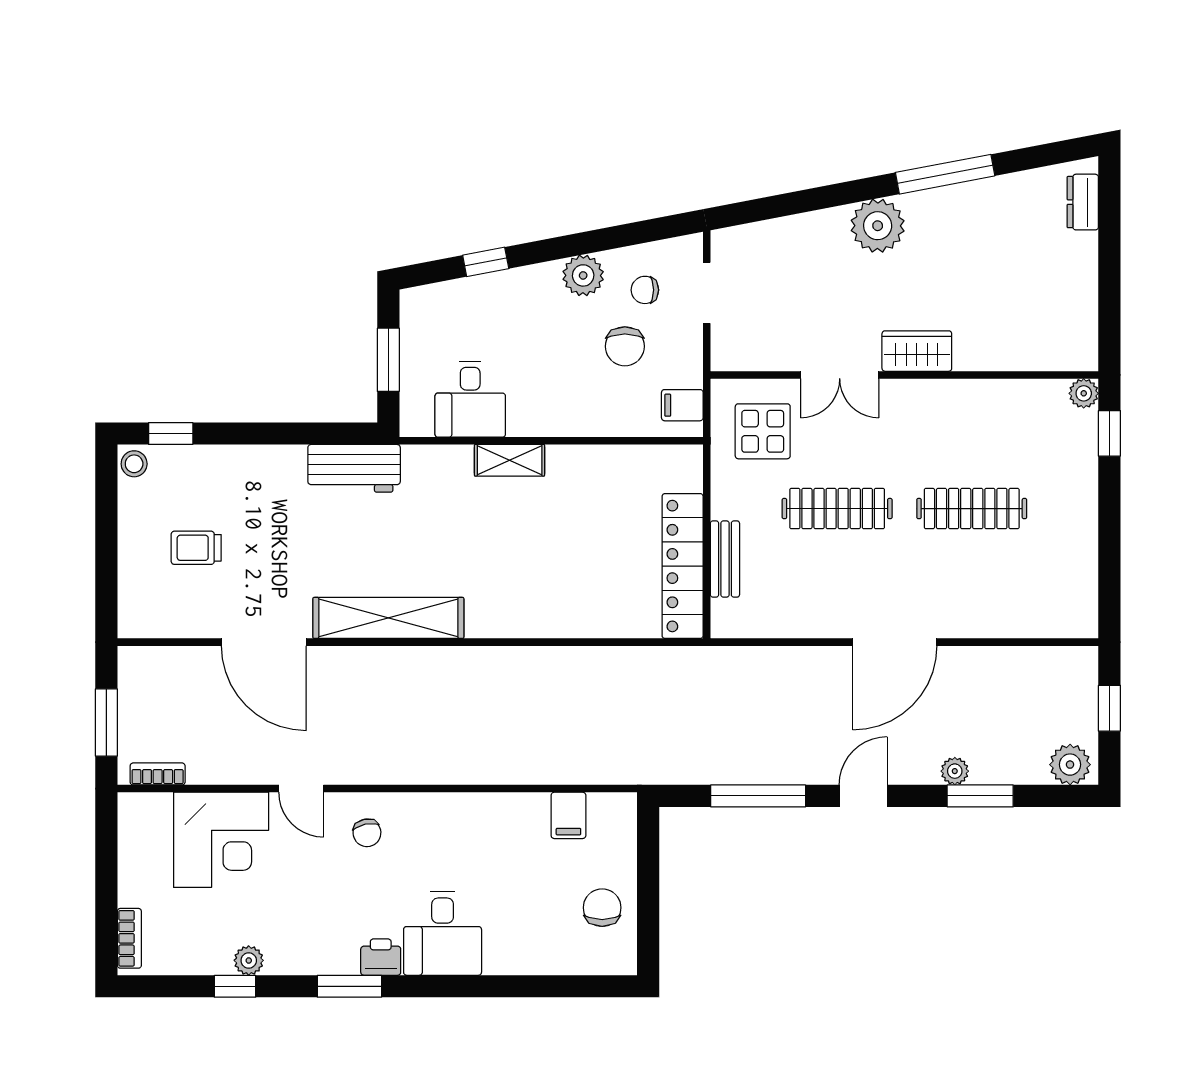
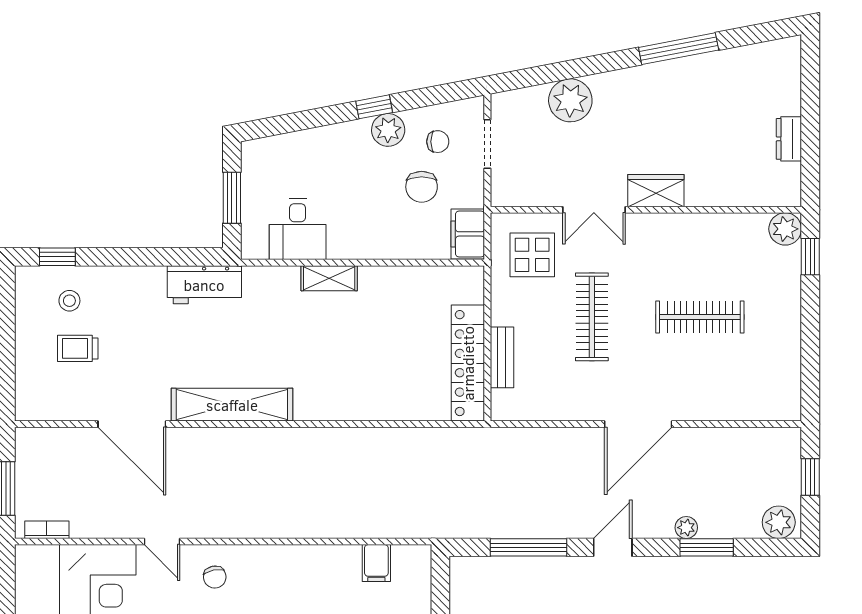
dresser: (1083, 202) -> (789, 139), moved
plant: (878, 226) -> (570, 100), moved
window: (486, 262) -> (374, 107), moved
chair: (645, 290) -> (438, 142), turned 180
plant: (1084, 393) -> (785, 229), width x1.38, depth x1.38
filing cabinet: (682, 405) -> (468, 234), width x2.00
stool: (134, 464) -> (69, 301), moved
clothes rail: (837, 509) -> (592, 317), turned 90

